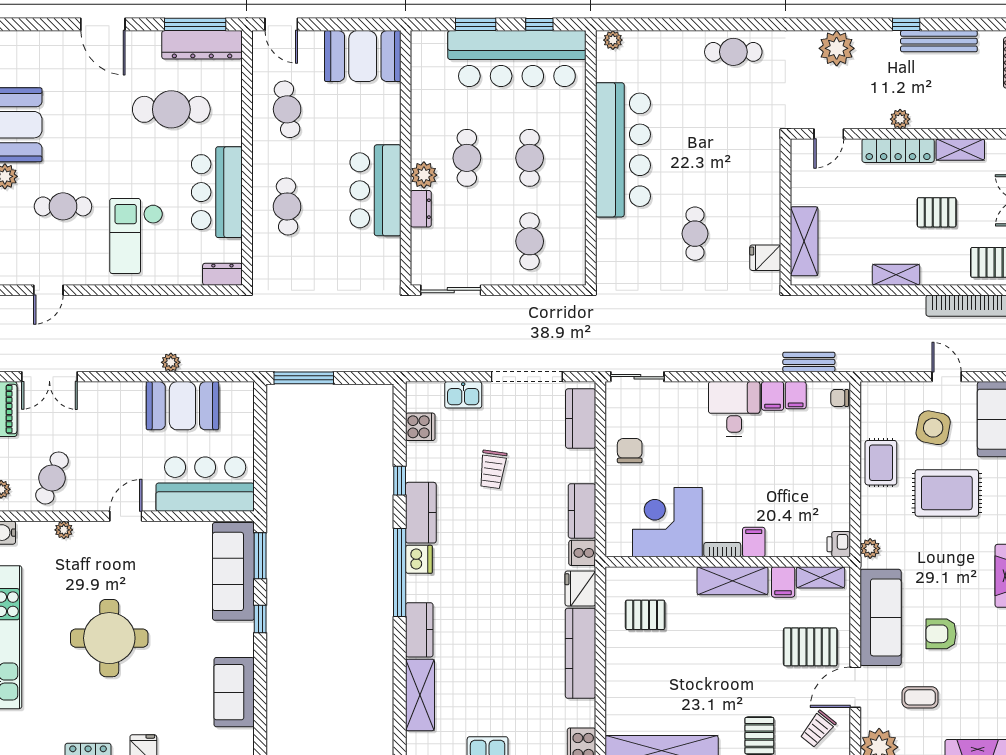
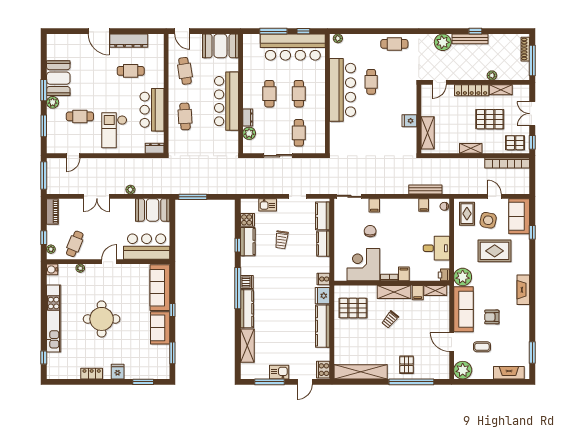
window: (195, 24) -> (142, 31), removed
window: (476, 24) -> (273, 31), width x1.44
bench: (939, 41) -> (470, 39), moved
dresser: (202, 45) -> (129, 41), moved
cafe table: (171, 109) -> (131, 71), width x0.73, depth x0.74
plant: (900, 119) -> (492, 75), moved
plant: (424, 175) -> (249, 133), moved
bar counter: (375, 190) -> (226, 101), width x1.36
pallet: (937, 212) -> (490, 119), width x1.50, depth x1.42
cafe table: (695, 234) -> (371, 82), moved
fridge: (765, 258) -> (409, 121), moved
sliding door: (451, 290) -> (278, 156), moved
bench: (809, 362) -> (425, 189), width x1.36
double door: (49, 377) -> (97, 196), moved
doorway: (527, 377) -> (297, 196), width x0.53
filing cabinet: (773, 396) -> (374, 205), moved
booth: (182, 406) -> (153, 210), moved
desk: (734, 409) -> (436, 248), moved, turned 90
chair: (630, 451) -> (370, 231), moved
rug: (881, 463) -> (467, 214), moved
kitchen counter: (582, 511) -> (323, 244), moved
kitchen counter: (421, 513) -> (248, 242), moved
plant: (870, 548) -> (463, 277), width x1.88, depth x1.88
window: (260, 556) -> (172, 353), moved
pallet: (645, 615) -> (353, 308), width x1.50, depth x1.42
kitchen counter: (419, 630) -> (247, 309), width x1.50
pallet: (810, 647) -> (430, 323), removed
door: (855, 687) -> (452, 342), hinge flipped
sofa: (234, 692) -> (160, 328), moved
trolley: (818, 729) -> (390, 319), moved

